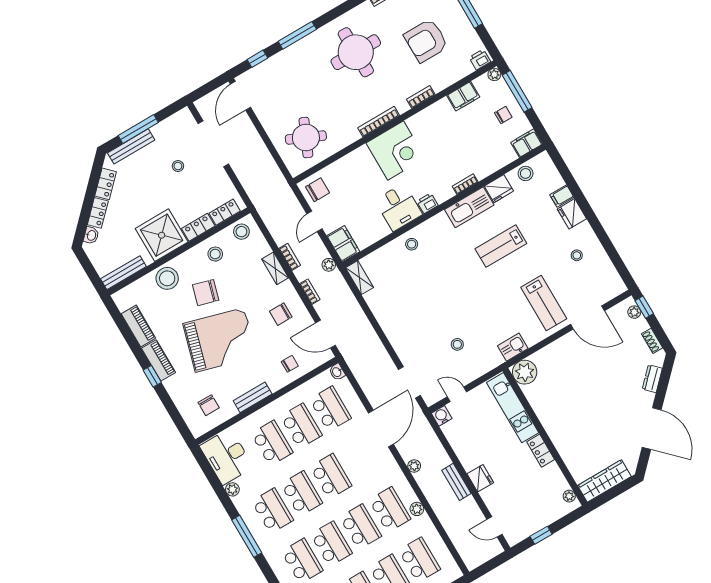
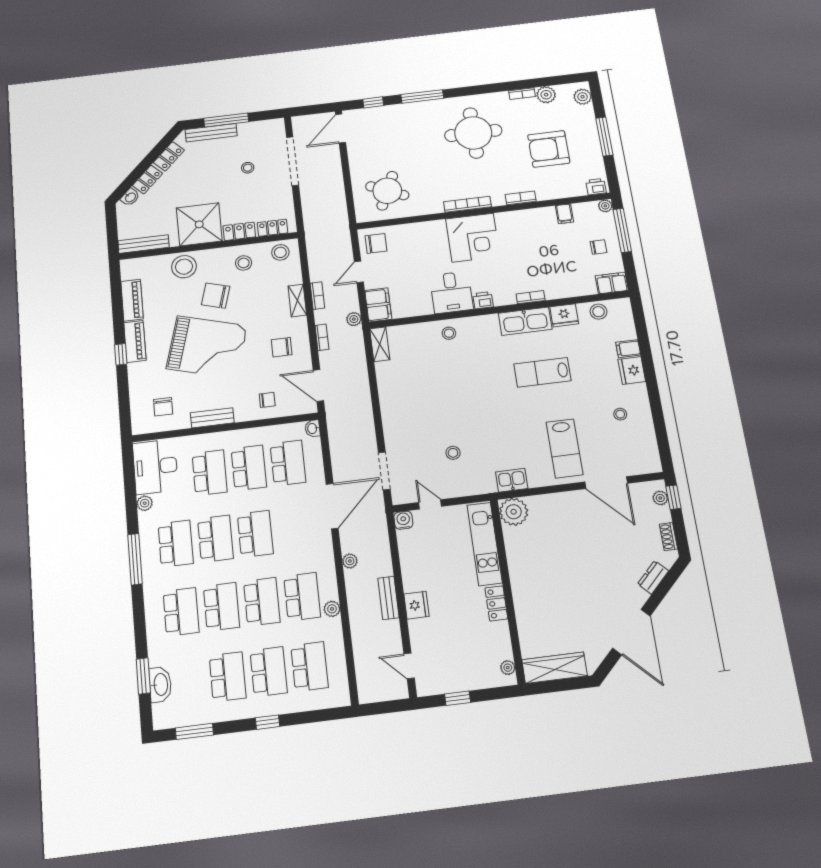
filing cabinet: (463, 96) -> (564, 214), width x0.50

